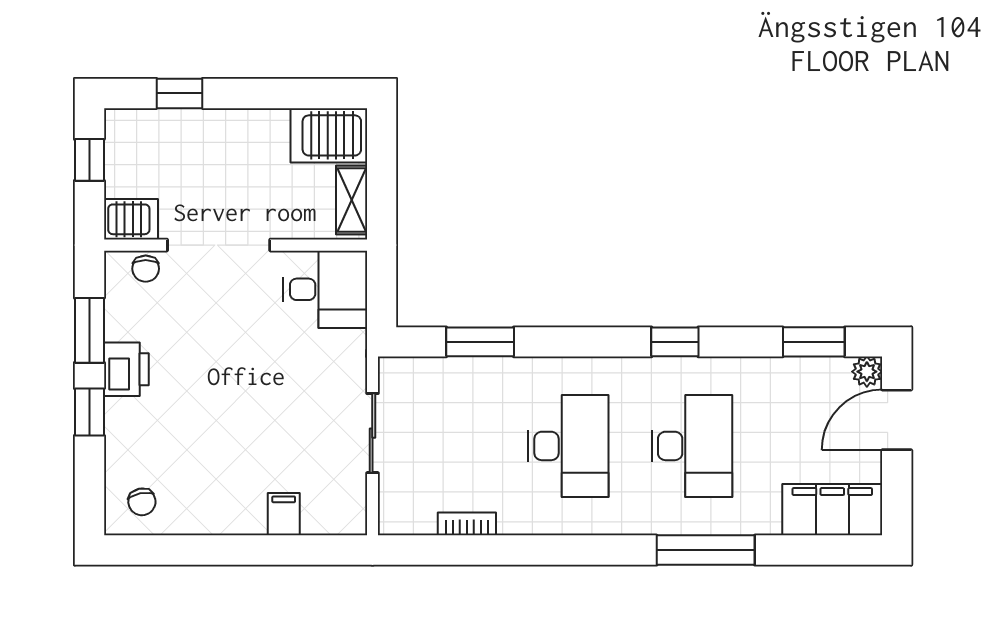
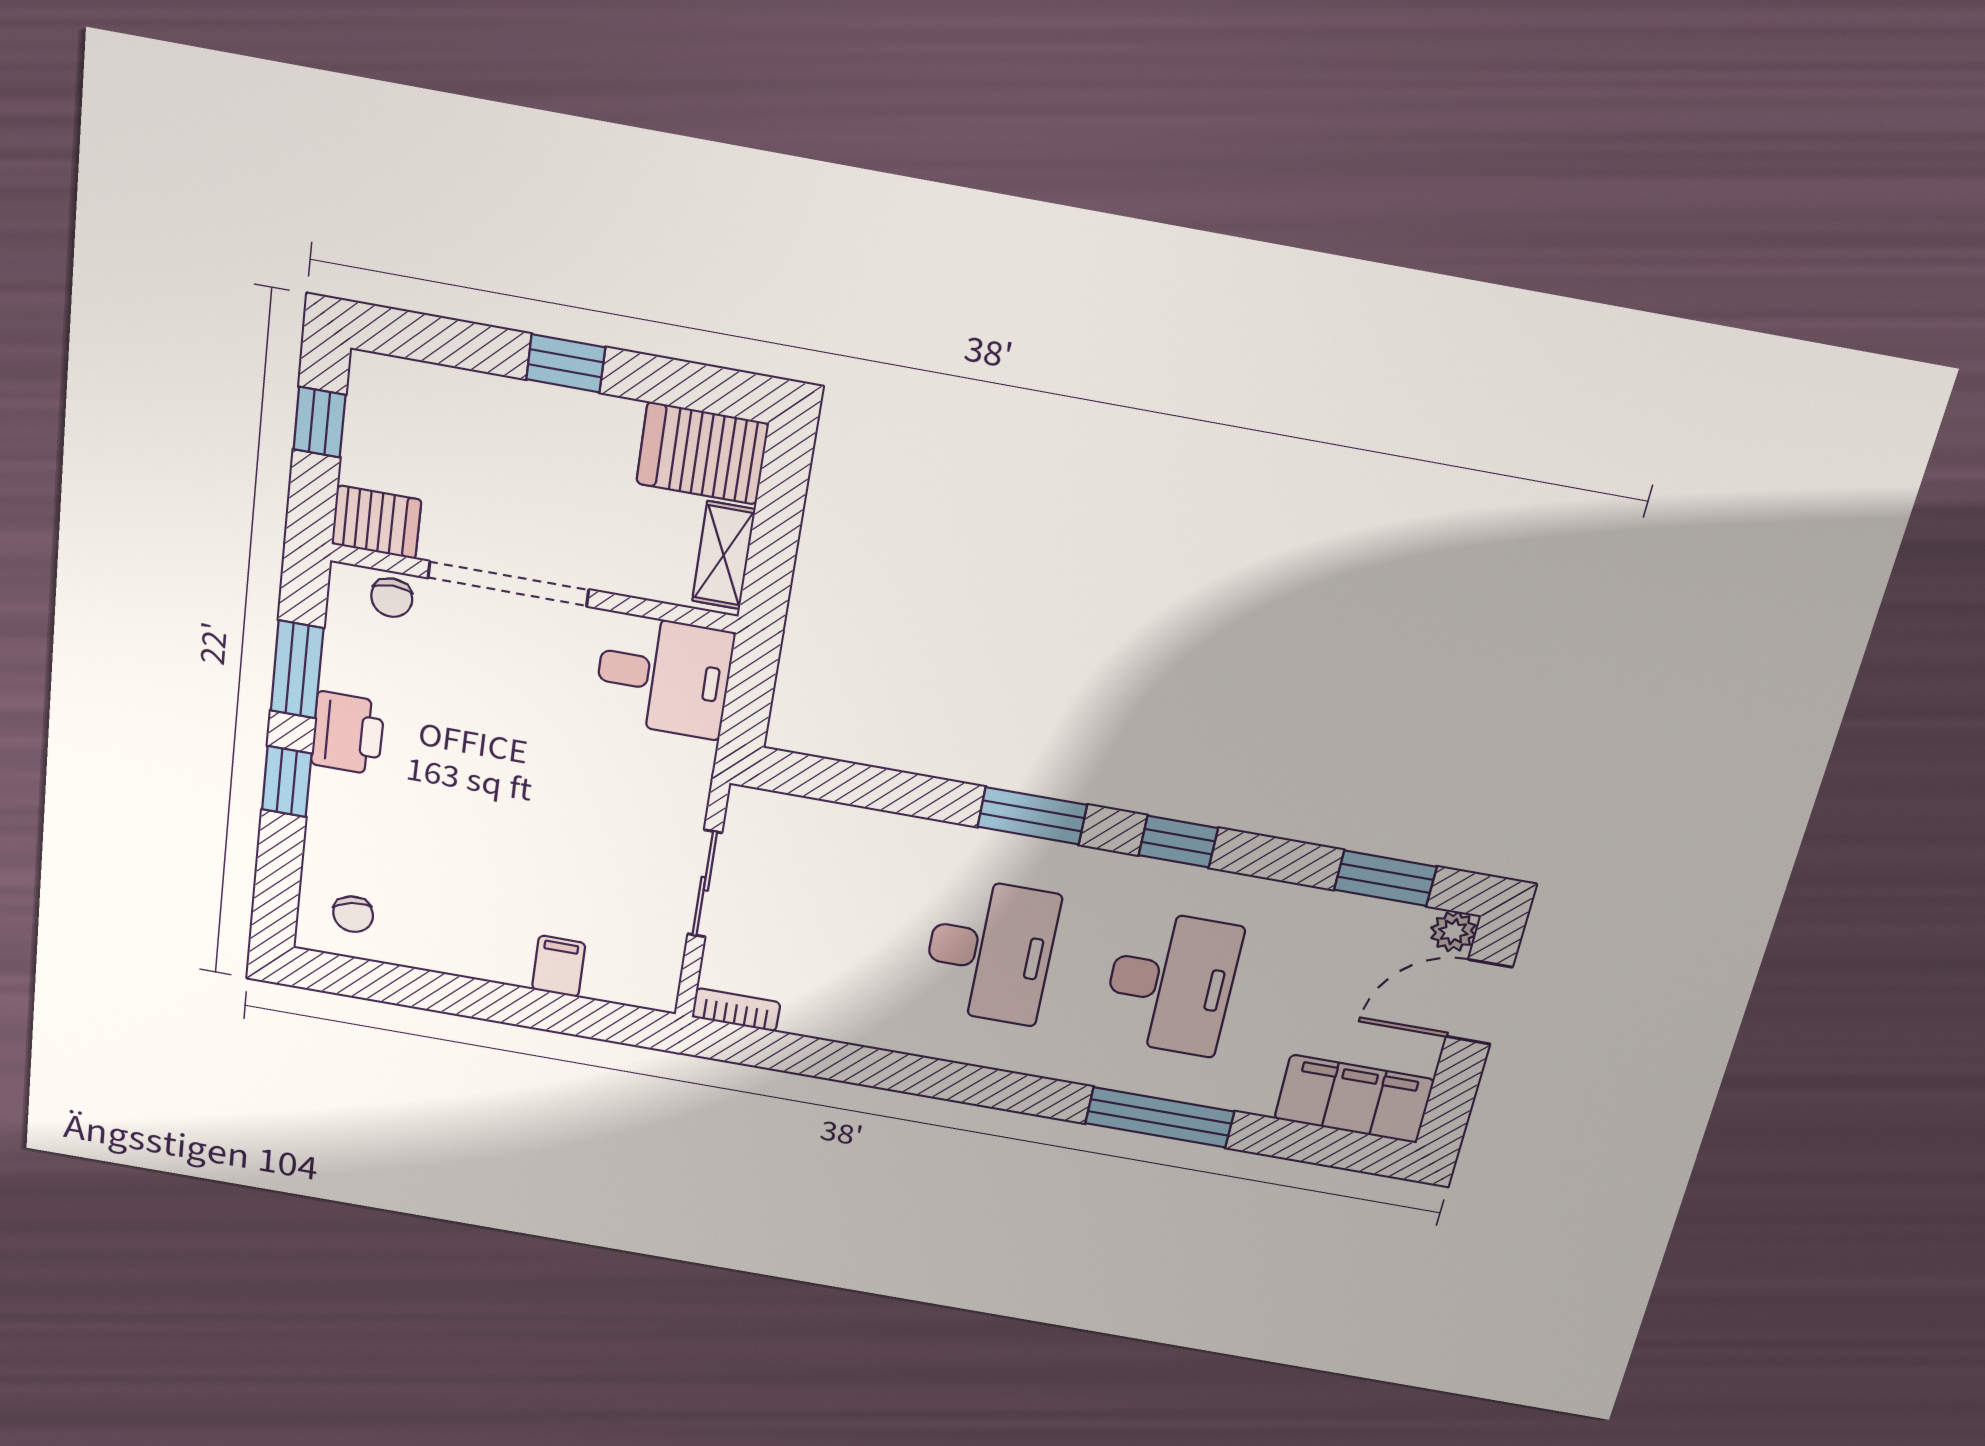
window: (180, 93) -> (566, 363), moved
window: (480, 342) -> (1032, 816), moved
bookcase: (467, 524) -> (736, 1010), moved

